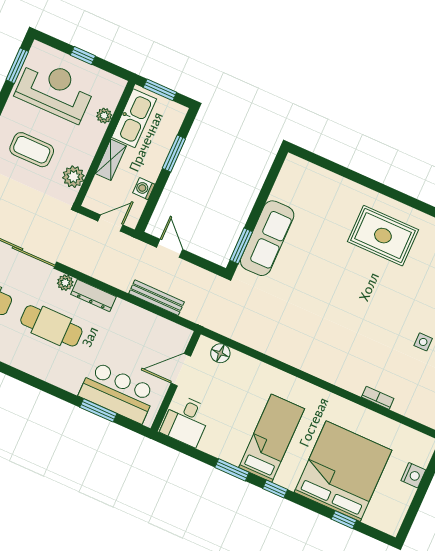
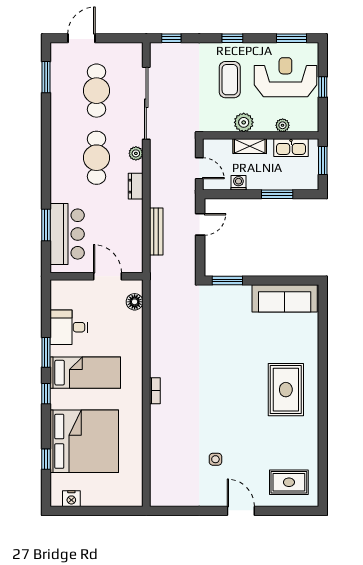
reception desk: (55, 90) -> (285, 77), turned -90
kitchen sink: (134, 118) -> (291, 148), width x0.73, depth x0.81
plant: (73, 177) -> (244, 122), moved
sofa: (267, 238) -> (285, 298), moved
dresser: (93, 295) -> (136, 186), width x0.70
bookcase: (378, 398) -> (155, 391), moved
desk: (186, 421) -> (69, 327), moved
nightstand: (413, 475) -> (71, 499), moved

